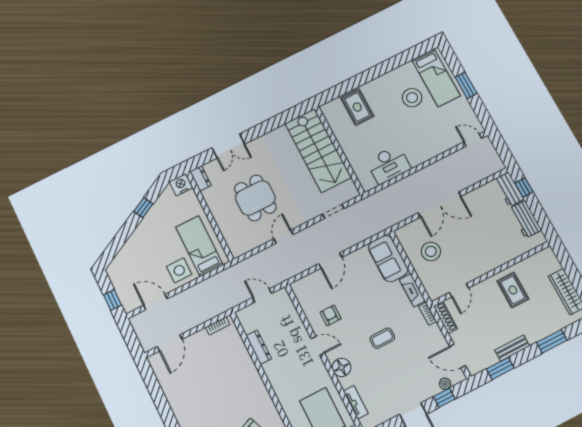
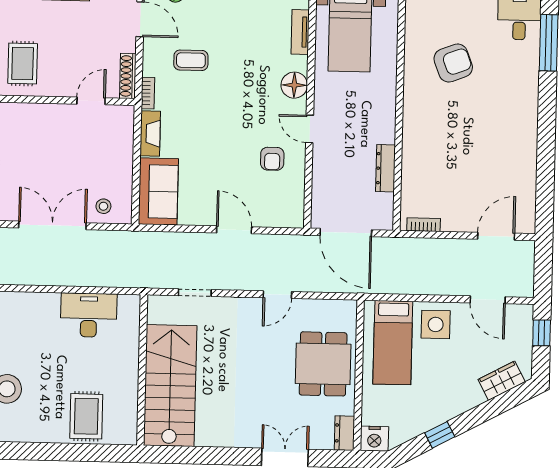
dining table: (255, 198) -> (323, 364), moved
stool: (431, 251) -> (103, 206), moved, width x0.53, depth x0.53
wardrobe: (122, 259) -> (502, 381), added
door: (330, 261) -> (234, 230), hinge flipped
door: (262, 295) -> (346, 233), width x1.88
coffee table: (382, 338) -> (191, 60), moved

